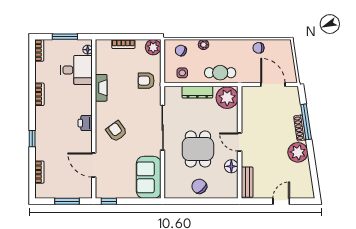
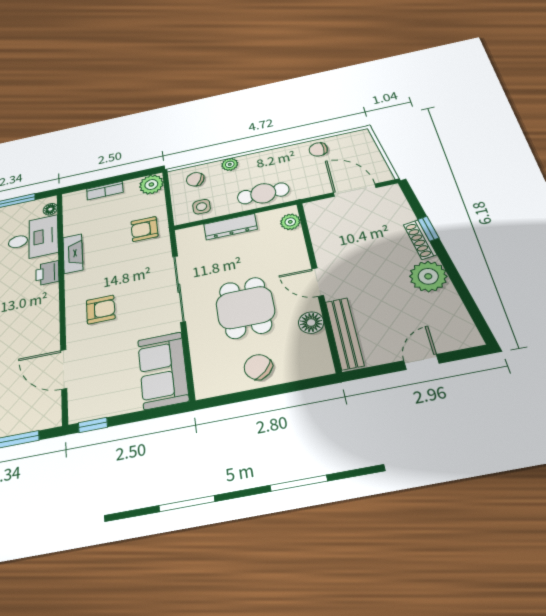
plant: (227, 98) -> (290, 222), width x0.53, depth x0.53
window: (306, 122) -> (428, 229), width x0.46
printer: (85, 123) -> (47, 273), moved
armchair: (116, 131) -> (101, 309), turned 126
bench: (247, 182) -> (344, 333), width x1.36

